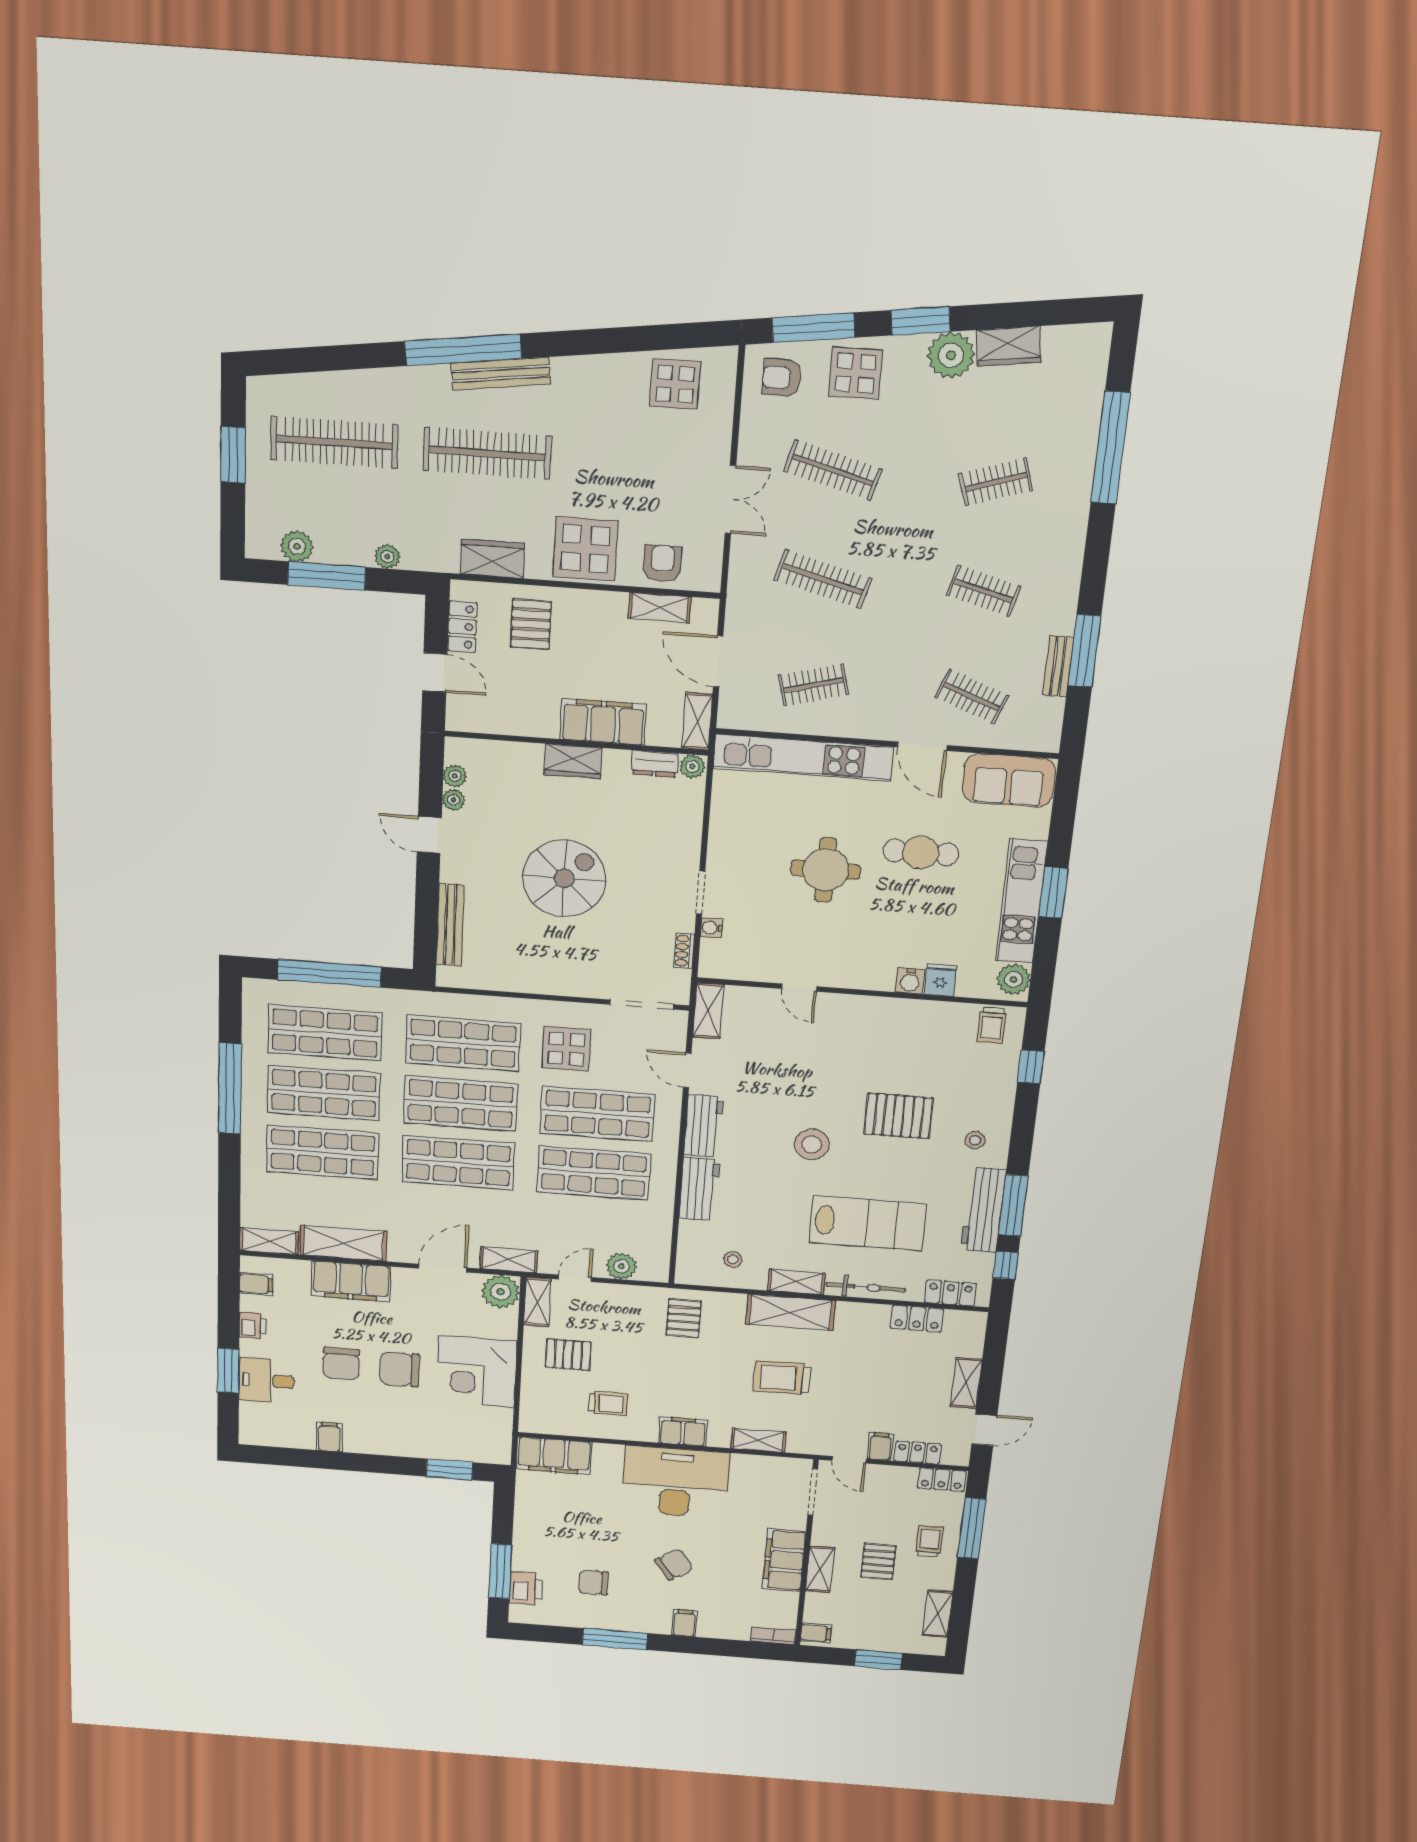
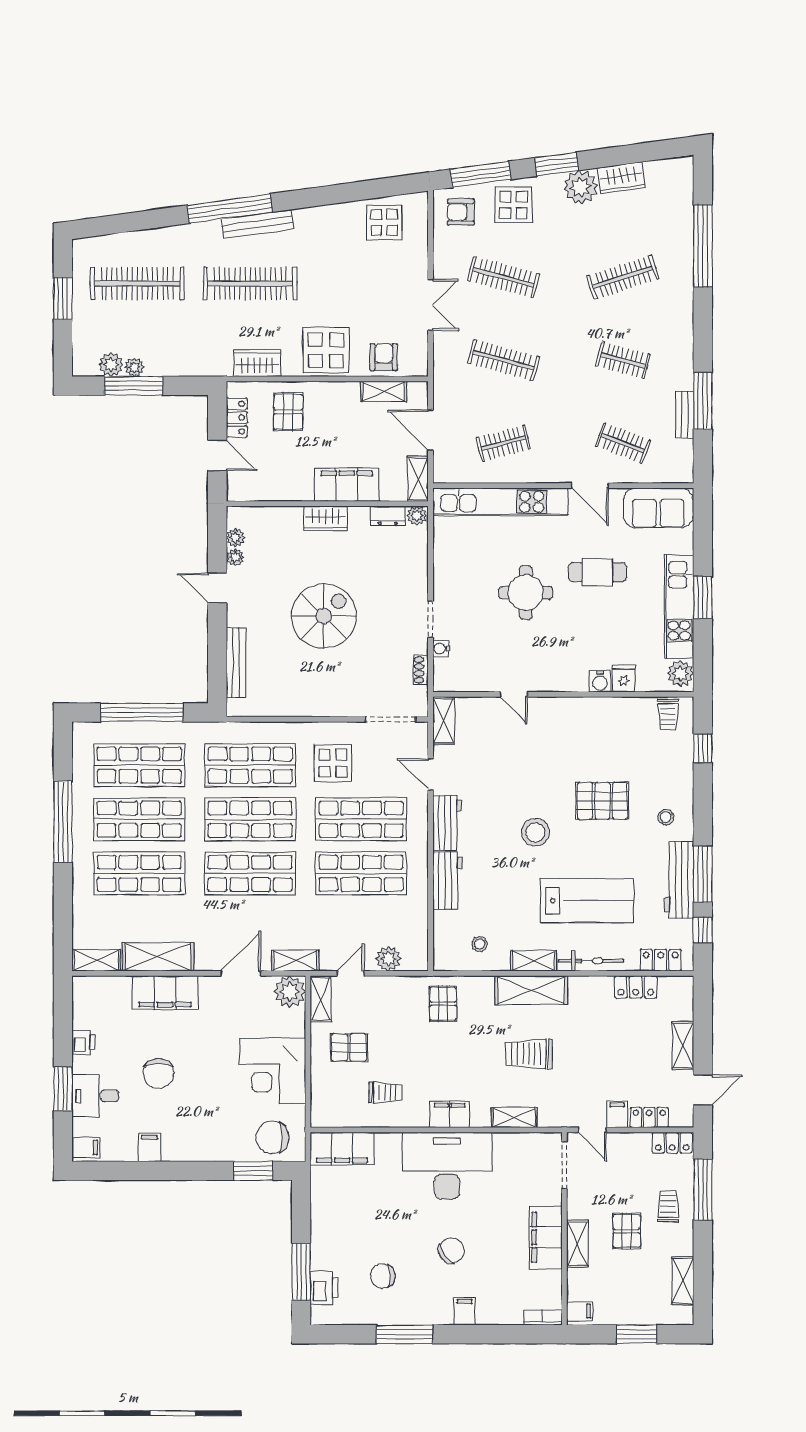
clothes rail: (996, 482) -> (623, 277), width x1.36
plant: (387, 557) -> (134, 367), moved
filing cabinet: (256, 1284) -> (86, 1148), moved
chair: (400, 1369) -> (272, 1137), moved

